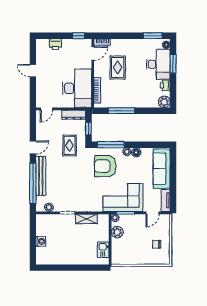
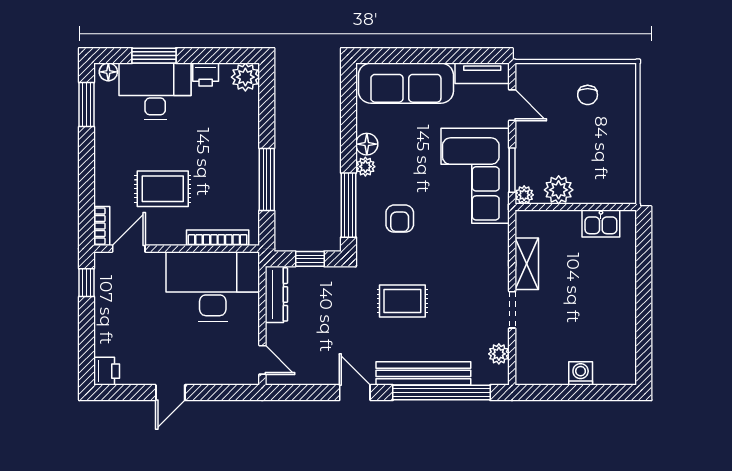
printer: (55, 44) -> (107, 371), moved
door: (93, 53) -> (129, 249), hinge flipped
rug: (70, 146) -> (402, 301), moved
armchair: (105, 166) -> (400, 219), width x0.53, depth x0.53

